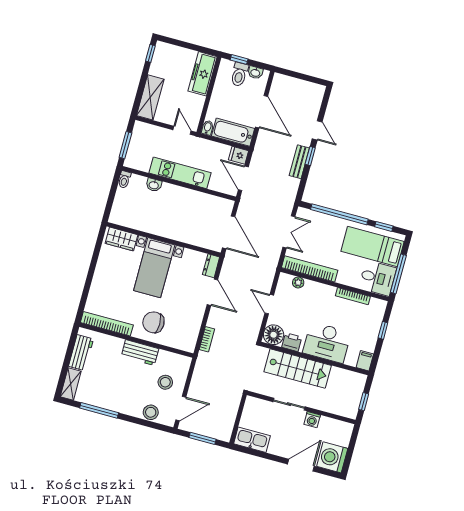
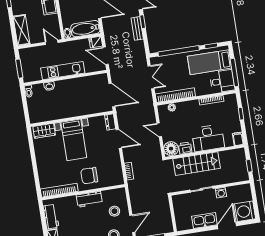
kitchen sink: (252, 440) -> (204, 221), moved

